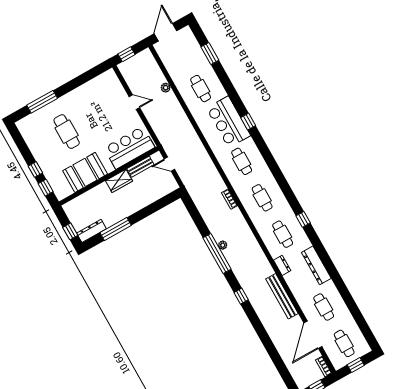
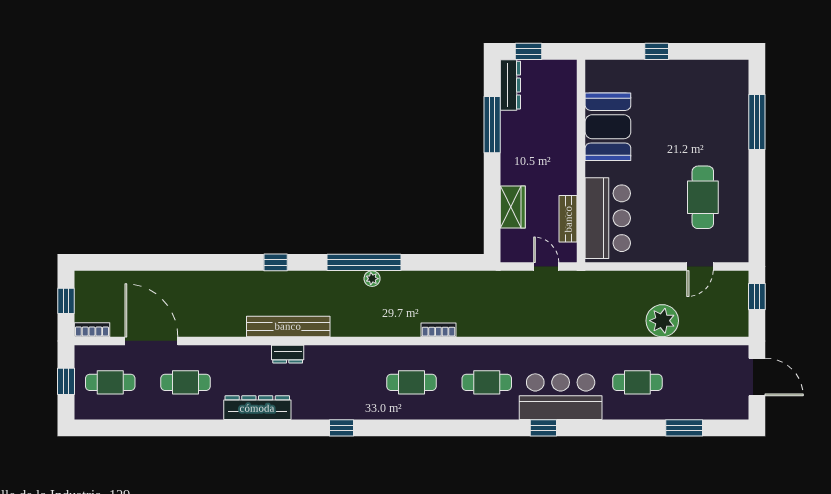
plant: (166, 88) -> (662, 321), width x1.88, depth x1.88
door: (134, 102) -> (700, 267), moved
cafe table: (67, 132) -> (703, 197), moved, turned 90
door: (169, 164) -> (546, 267), hinge flipped
wardrobe: (119, 181) -> (513, 207), moved, turned 180
window: (46, 188) -> (619, 51), removed
cafe table: (283, 234) -> (336, 382), removed
bench: (282, 296) -> (288, 326), moved

